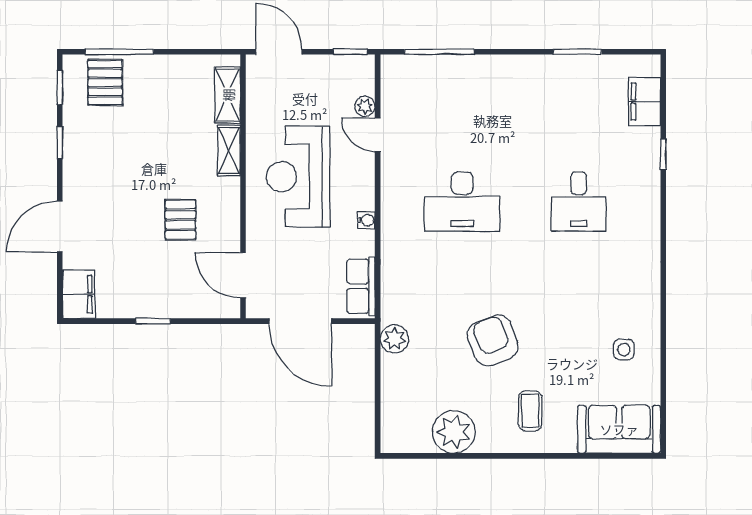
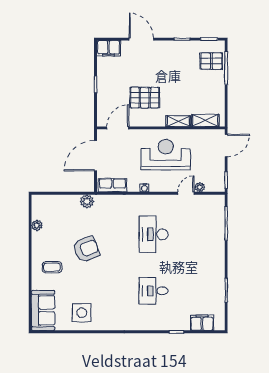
pallet: (181, 220) -> (145, 98), width x1.50, depth x1.42
side table: (624, 350) -> (82, 313), width x1.87, depth x1.87
plant: (454, 432) -> (37, 225), width x0.53, depth x0.53

